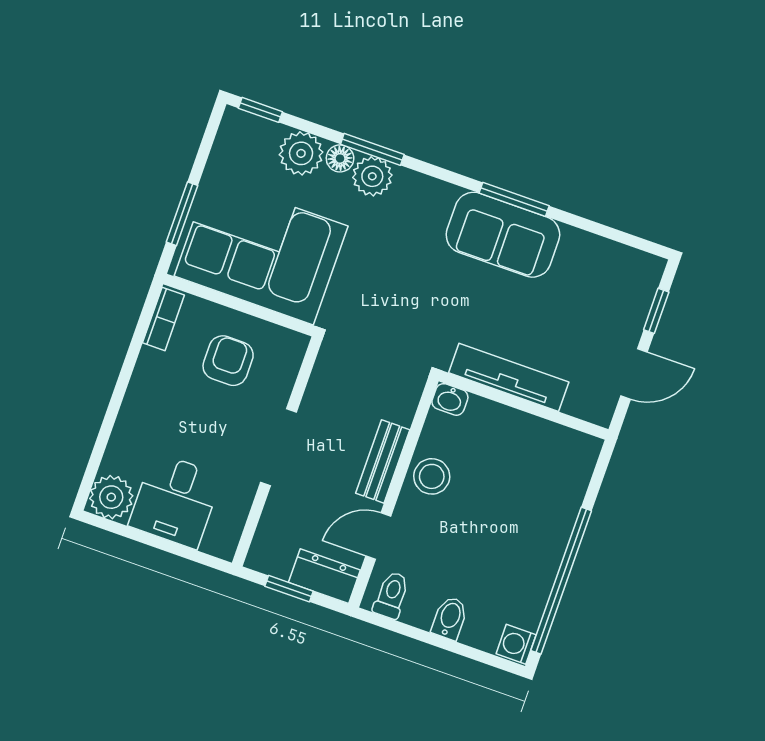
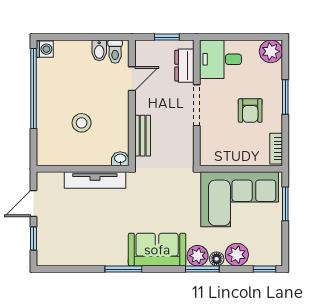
sofa: (503, 235) -> (157, 250), moved
armchair: (228, 361) -> (250, 111), moved
window: (114, 406) -> (285, 97), added
bench: (383, 461) -> (143, 136), moved
stool: (432, 476) -> (82, 123), moved
desk: (175, 501) -> (221, 59), moved, turned -90
dresser: (324, 576) -> (184, 66), moved, turned 90
bidet: (450, 618) -> (99, 50), moved

